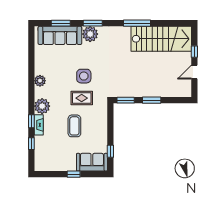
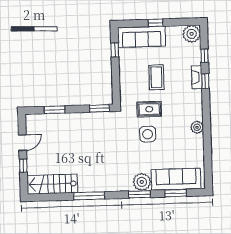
stairs: (161, 39) -> (52, 184), width x0.73, depth x0.66
window: (152, 100) -> (55, 110), moved
plant: (42, 106) -> (192, 34), moved
sofa: (92, 162) -> (142, 37), width x1.36

